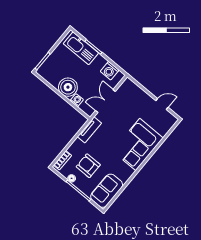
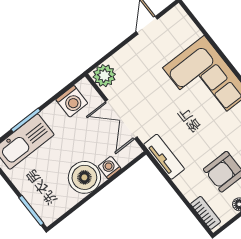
plant: (128, 86) -> (104, 76), added

